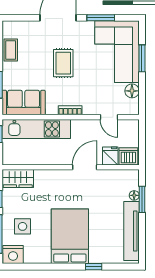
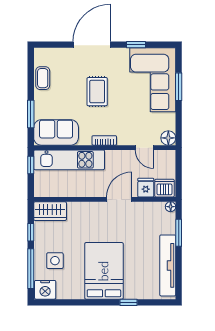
window: (101, 18) -> (136, 45), width x0.67
floor lamp: (132, 91) -> (168, 138), moved
floor lamp: (134, 195) -> (171, 207), moved

